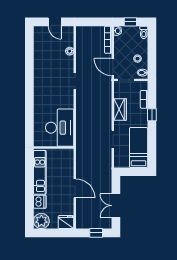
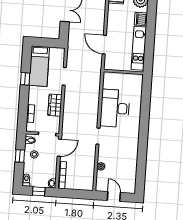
window: (152, 56) -> (20, 156), added
door: (113, 67) -> (59, 148), hinge flipped
window: (152, 115) -> (25, 79), moved
desk: (60, 128) -> (115, 108), moved
door: (75, 188) -> (104, 45), moved

